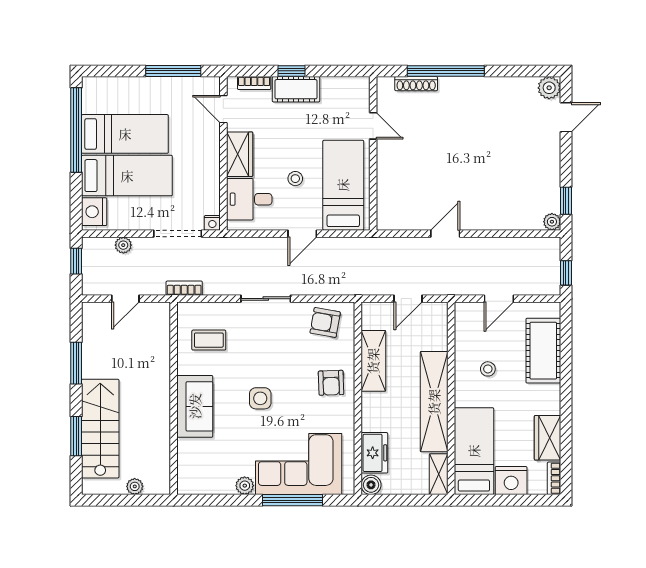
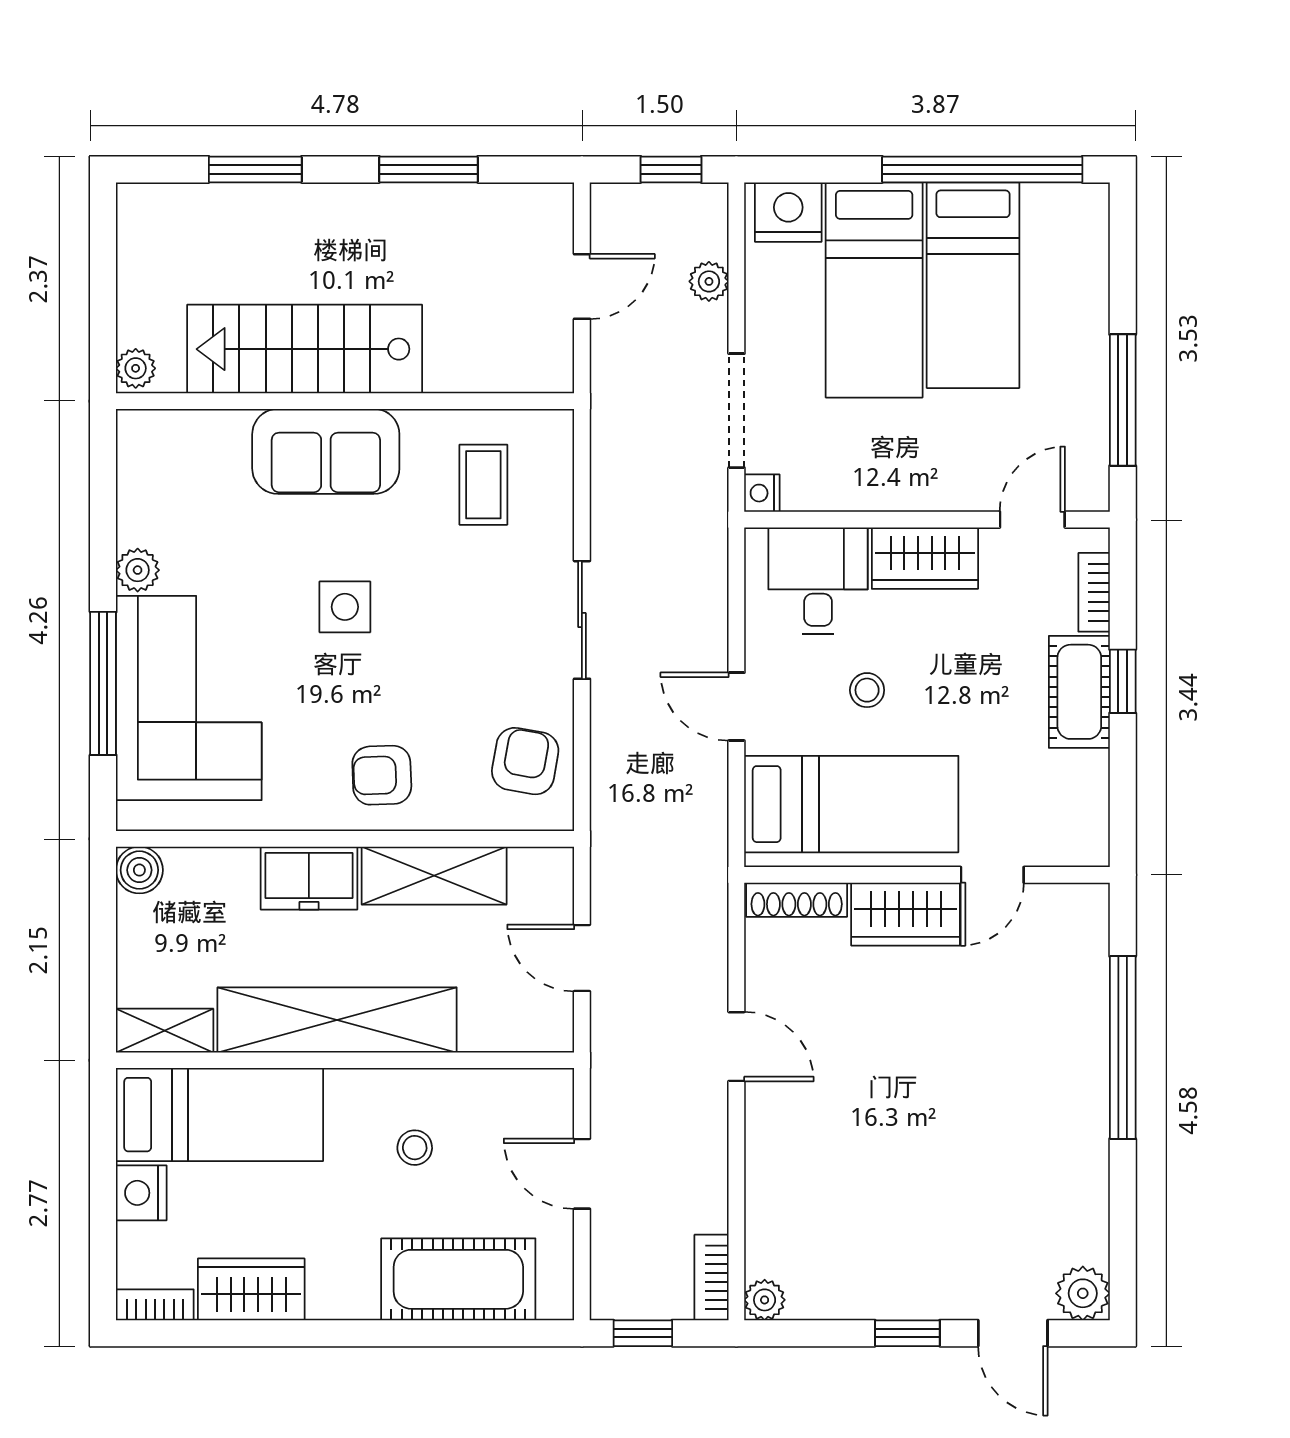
shoe rack: (416, 84) -> (797, 900), moved, turned -90
wardrobe: (390, 162) -> (906, 914), added
window: (566, 201) -> (907, 1333), moved
bookcase: (184, 288) -> (712, 1278), moved, turned 180
door: (125, 299) -> (582, 286), swing flipped
stairs: (100, 429) -> (305, 349), moved, turned 180
freezer: (374, 453) -> (309, 878), moved
nightstand: (511, 481) -> (141, 1193), width x0.74, depth x0.75
plant: (135, 486) -> (136, 368), moved

